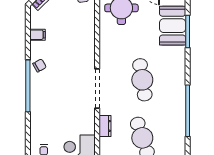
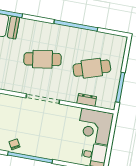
dresser: (105, 126) -> (87, 100), moved

